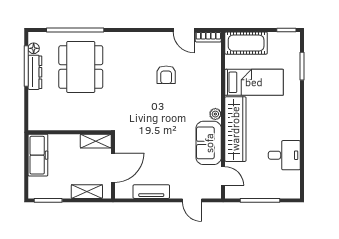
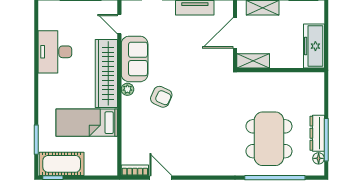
cot: (246, 43) -> (62, 164), moved
armchair: (166, 75) -> (161, 97), moved, turned 114
desk: (284, 155) -> (55, 52), width x1.37

